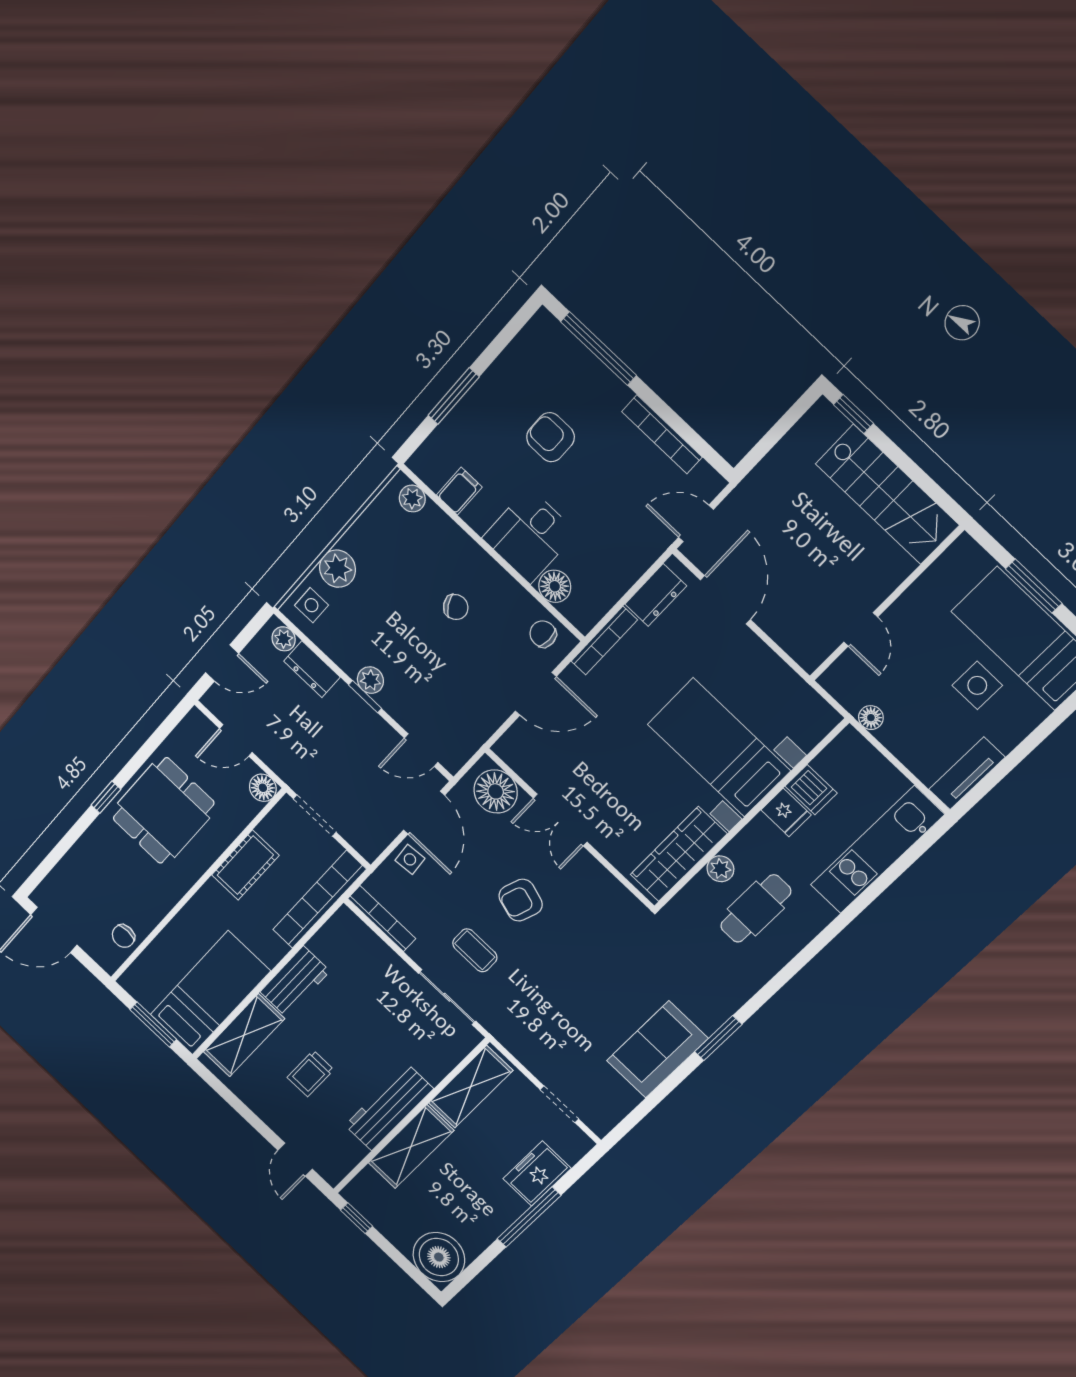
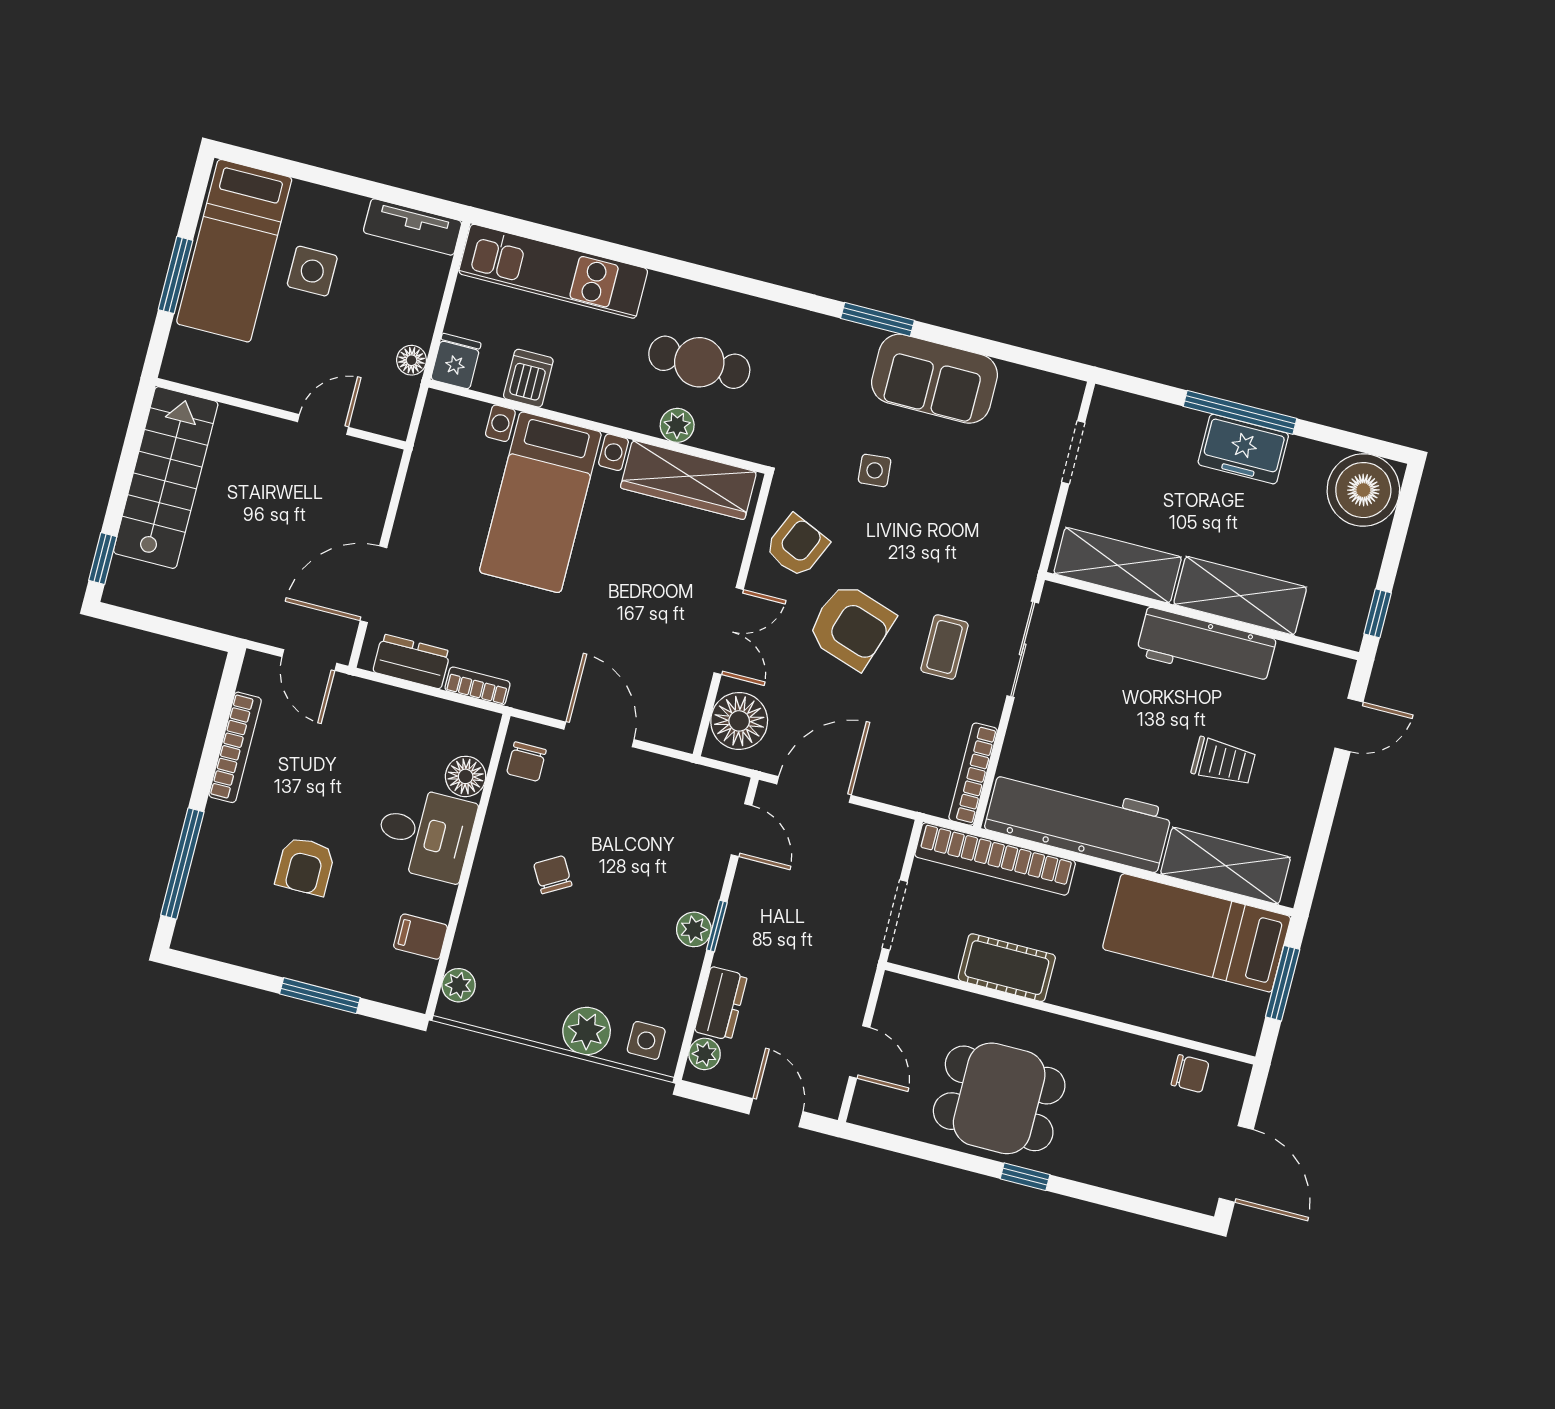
bookcase: (604, 641) -> (478, 686), width x0.64
floor lamp: (263, 788) -> (898, 992), removed
fridge: (786, 812) -> (456, 361), moved
side table: (410, 859) -> (875, 470), moved
armchair: (594, 898) -> (797, 546), added
armchair: (521, 900) -> (851, 626), width x1.38, depth x1.38
workbench: (295, 982) -> (1078, 820), width x1.88, depth x1.32
freezer: (537, 1174) -> (1243, 449), moved

